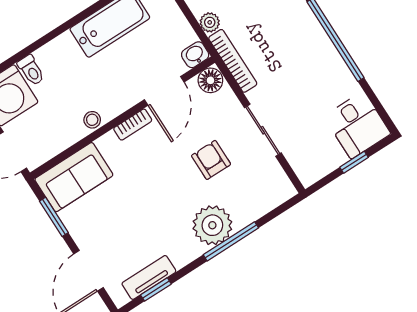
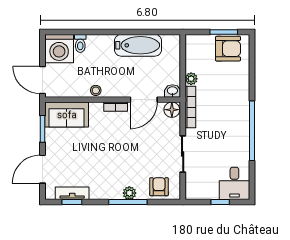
armchair: (211, 160) -> (159, 187), moved
plant: (212, 225) -> (129, 193), width x0.53, depth x0.53

